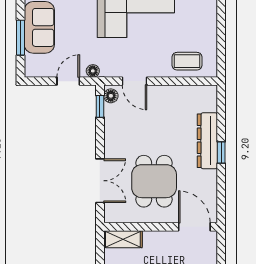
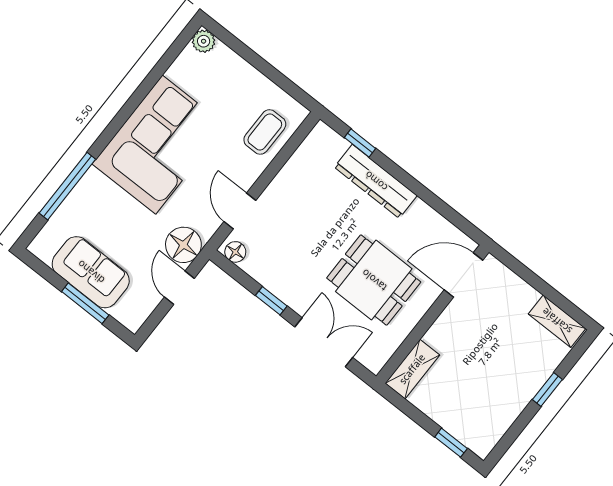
floor lamp: (93, 71) -> (183, 245), width x1.89, depth x1.89
door: (135, 81) -> (240, 211), swing flipped
window: (100, 106) -> (271, 301), moved
window: (221, 152) -> (360, 143), moved

